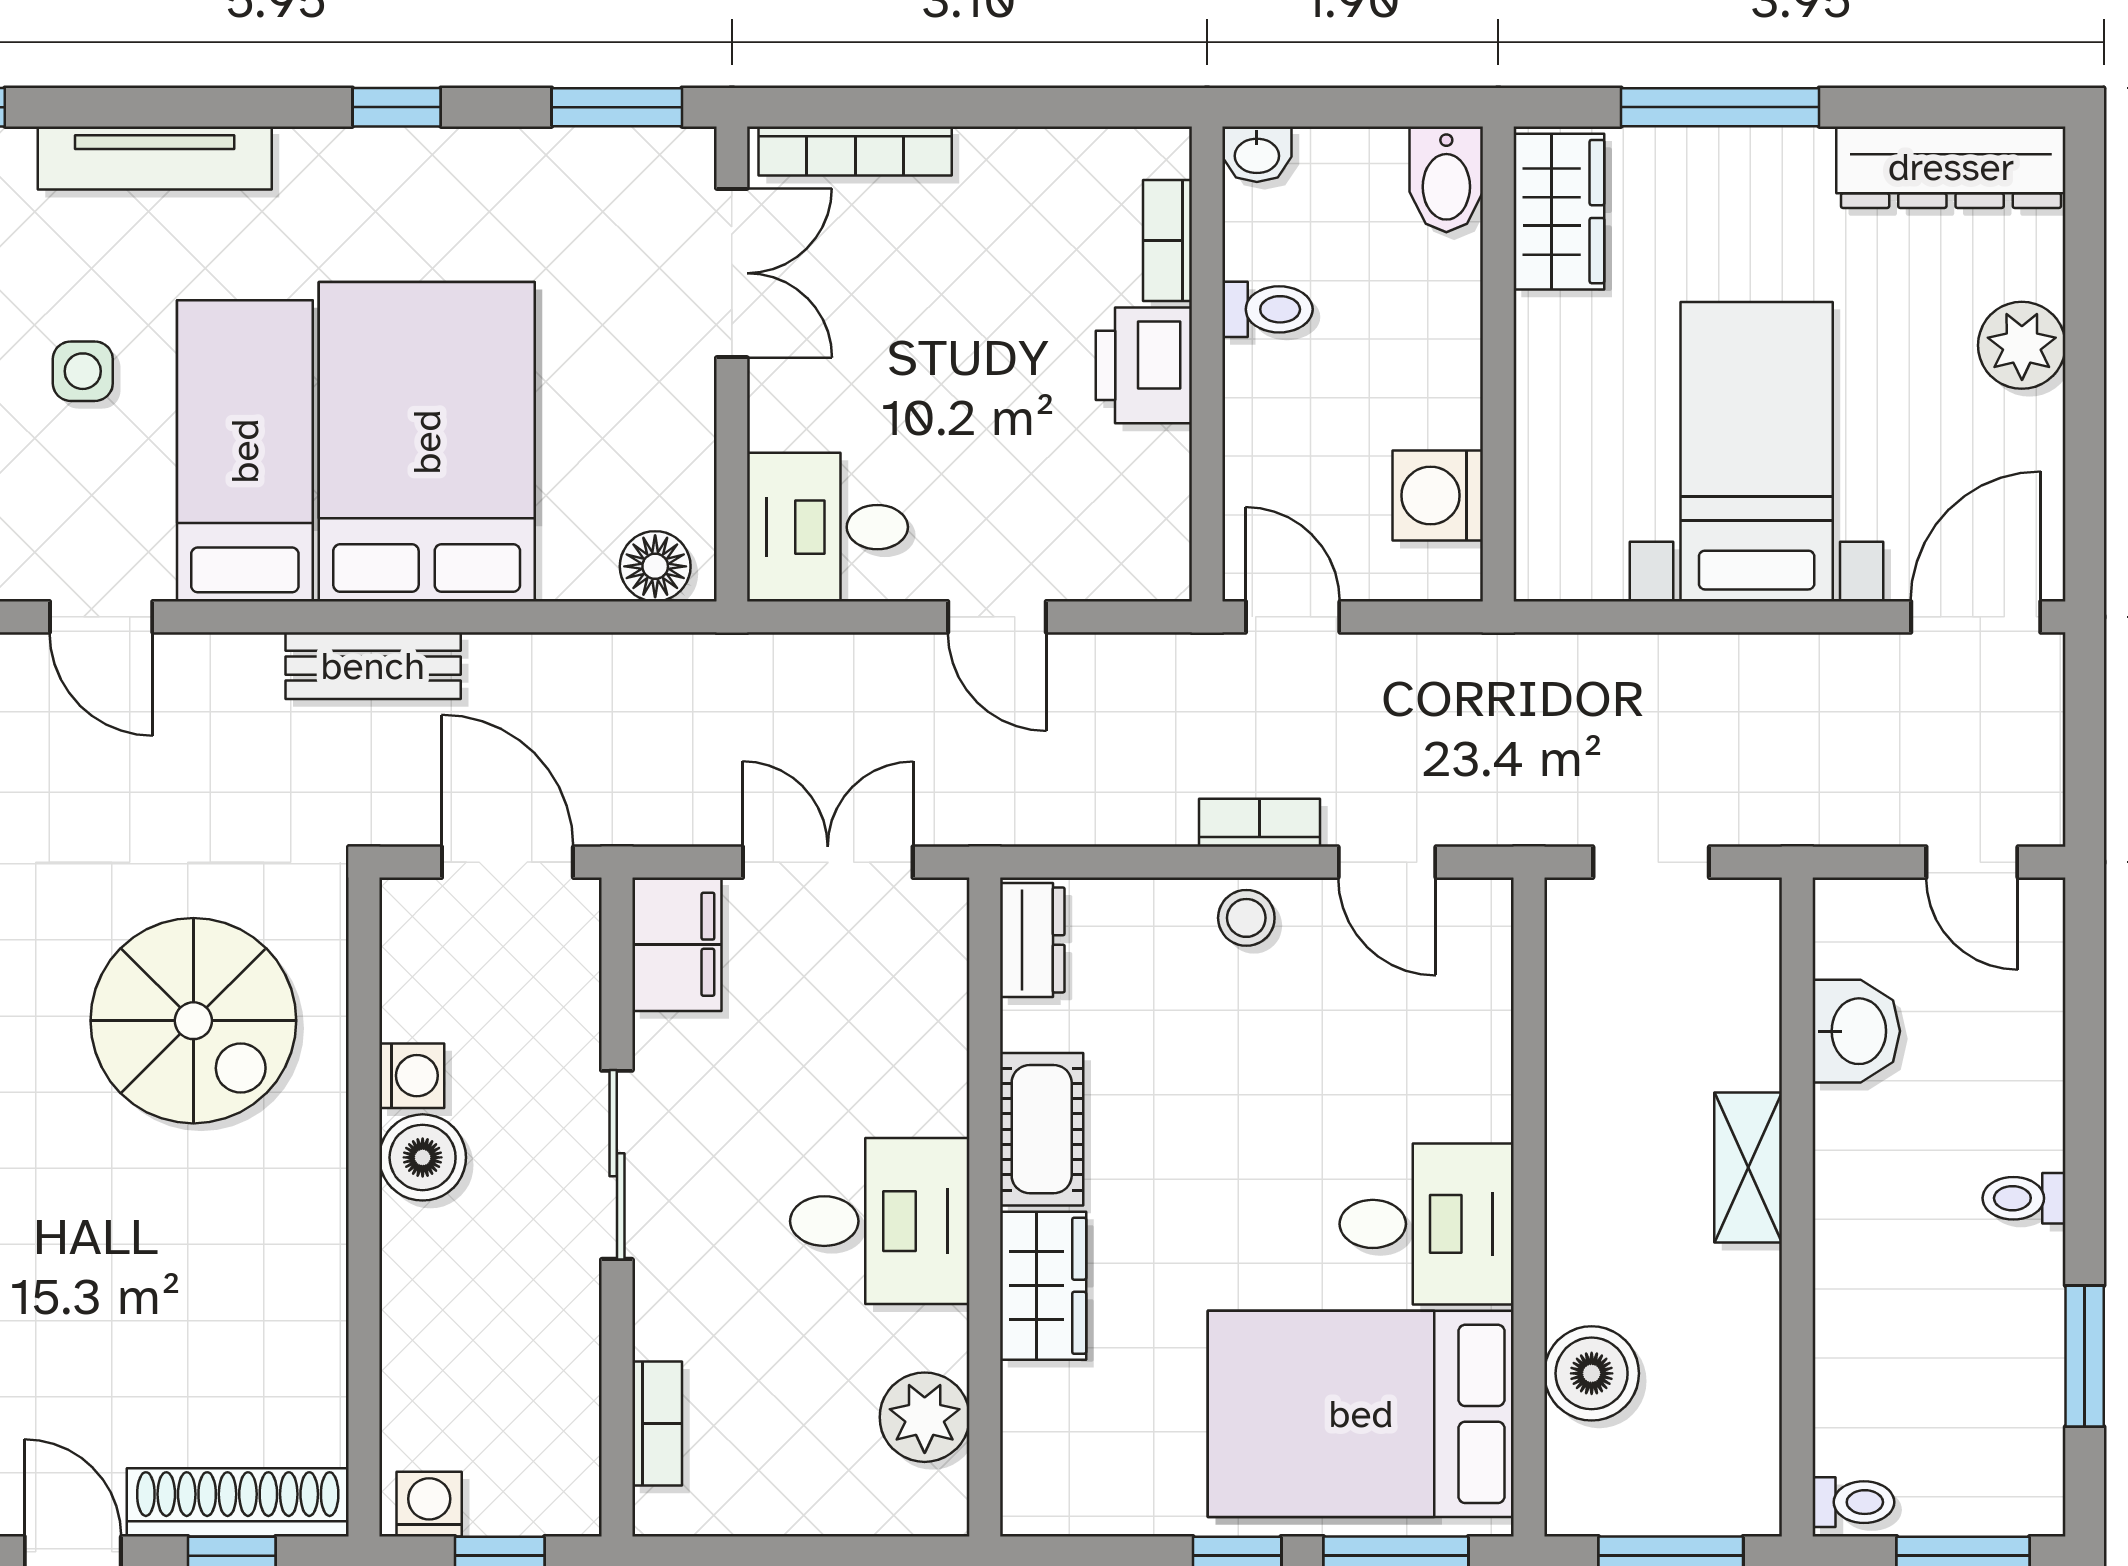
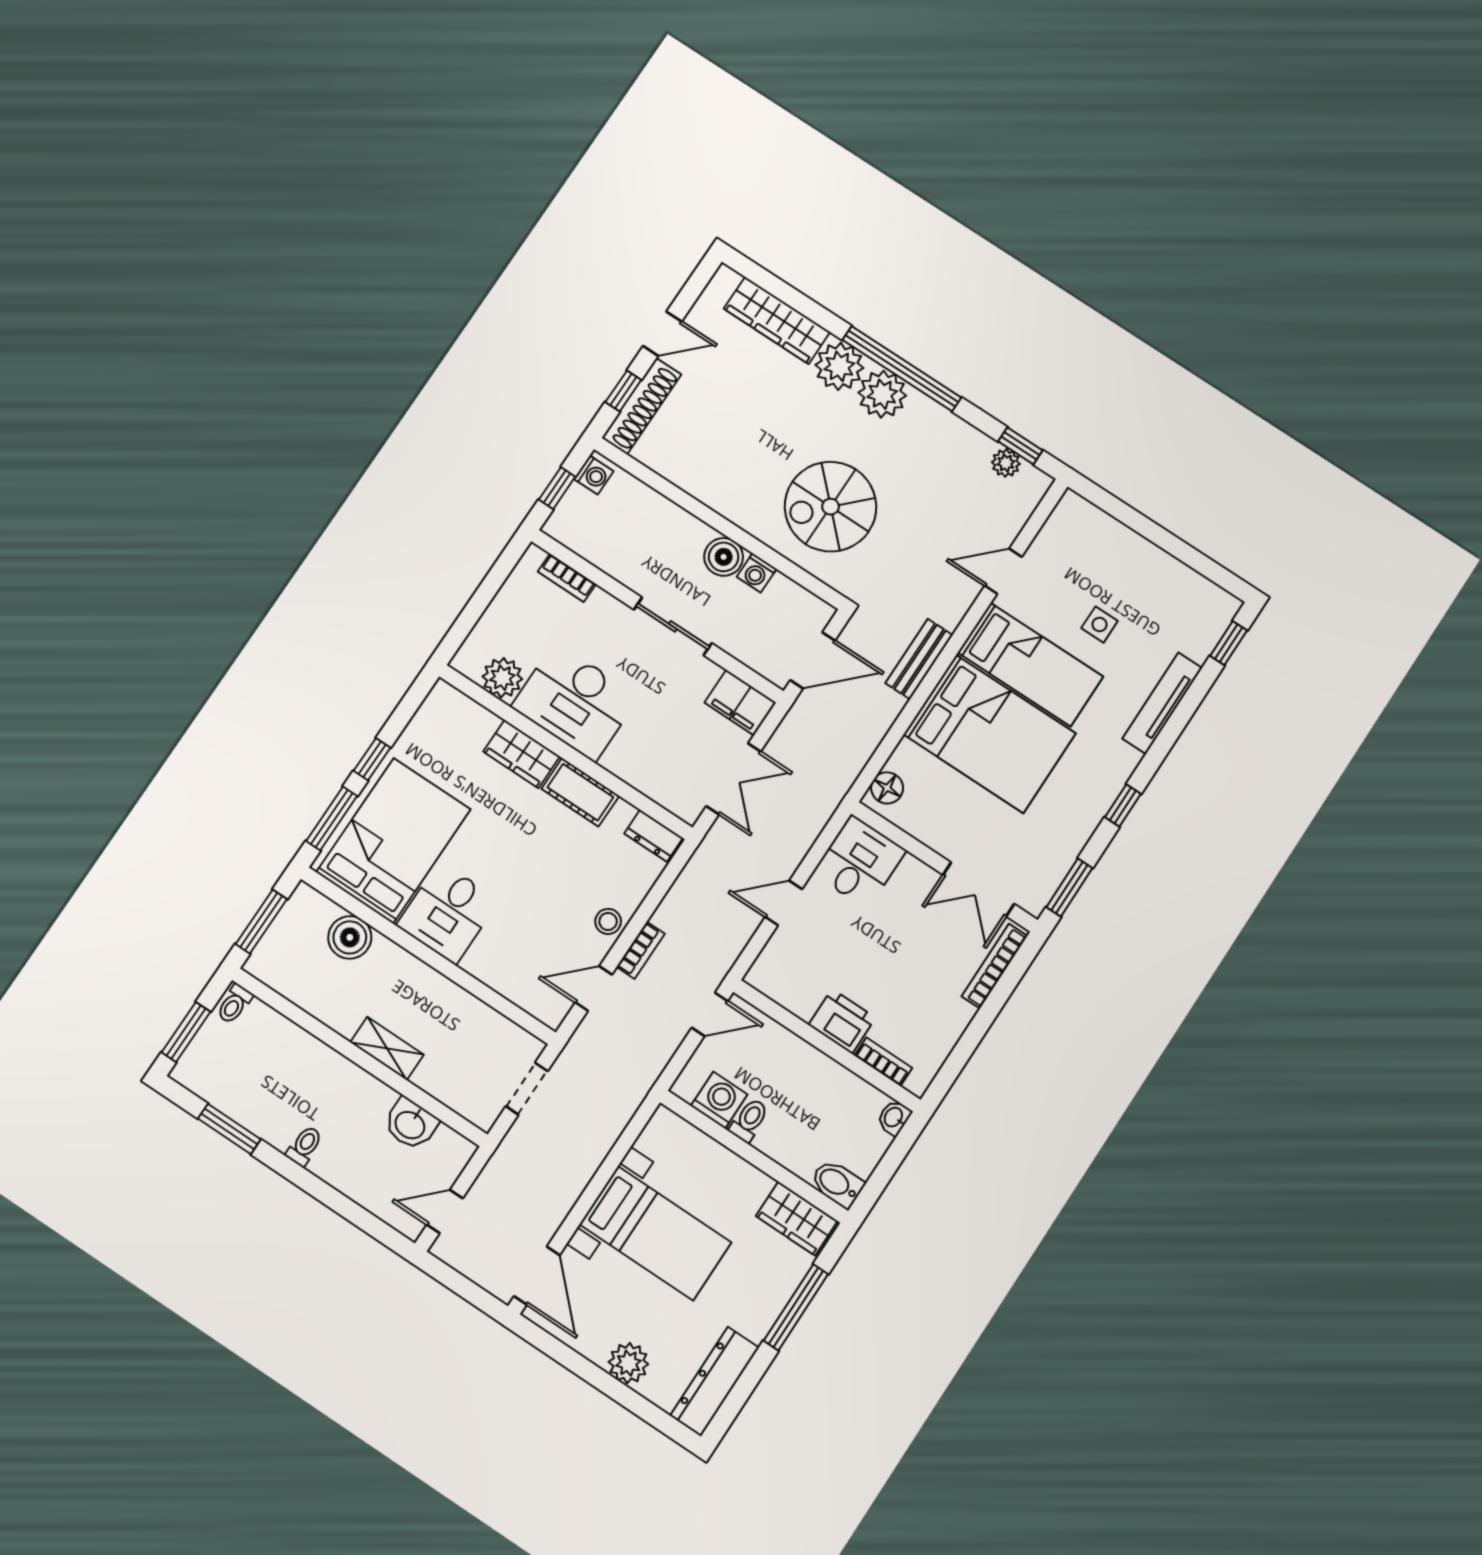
toilet: (1267, 309) -> (749, 1120), moved, turned 180
desk: (880, 1221) -> (575, 702), width x1.37

